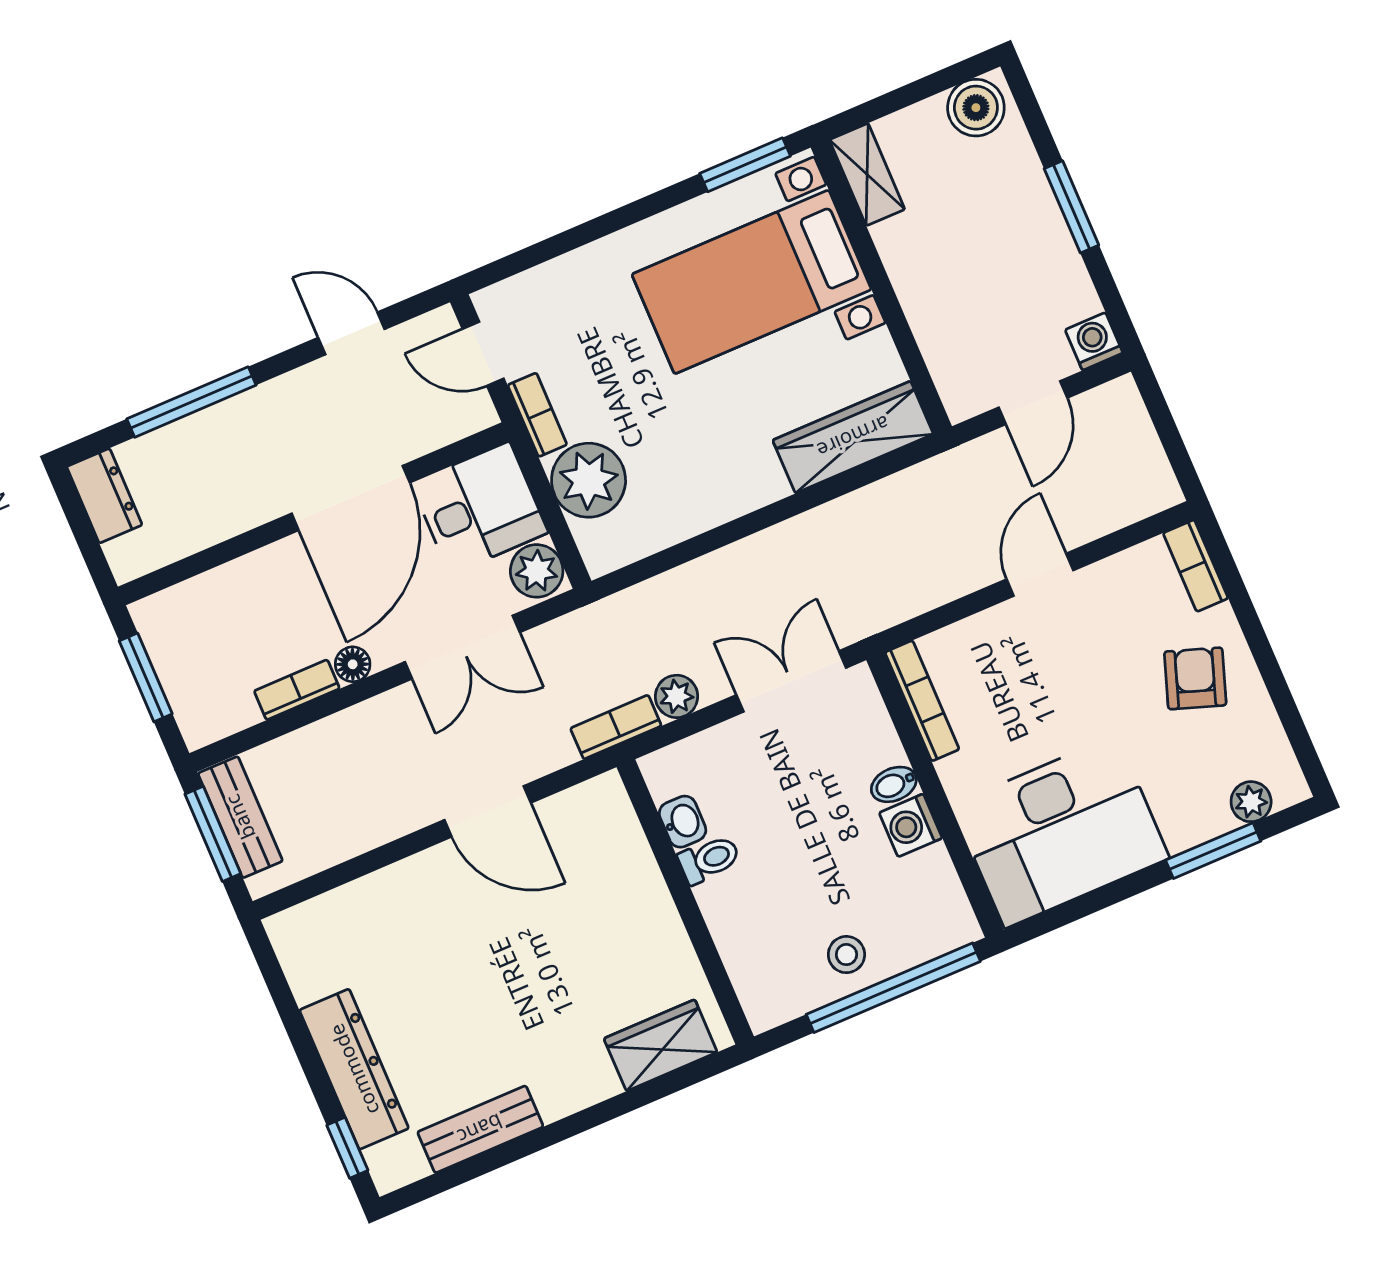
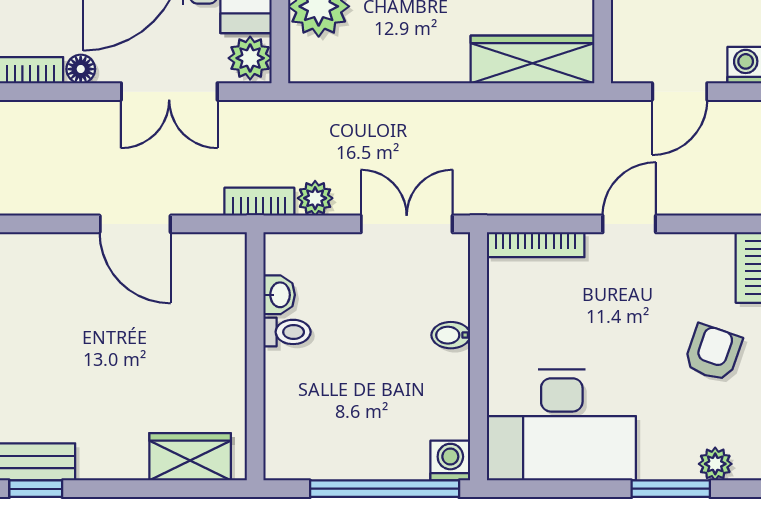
bookcase: (922, 701) -> (536, 245), moved, turned 90
washing machine: (911, 825) -> (450, 461), moved, turned 90
stool: (846, 955) -> (360, 448), removed
window: (503, 1155) -> (36, 489), added

